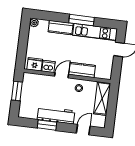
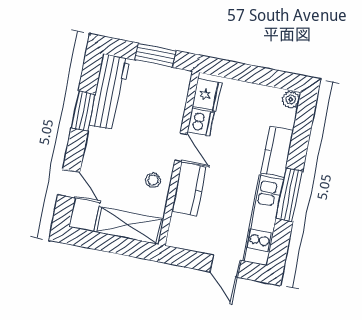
workbench: (56, 115) -> (109, 92), moved

